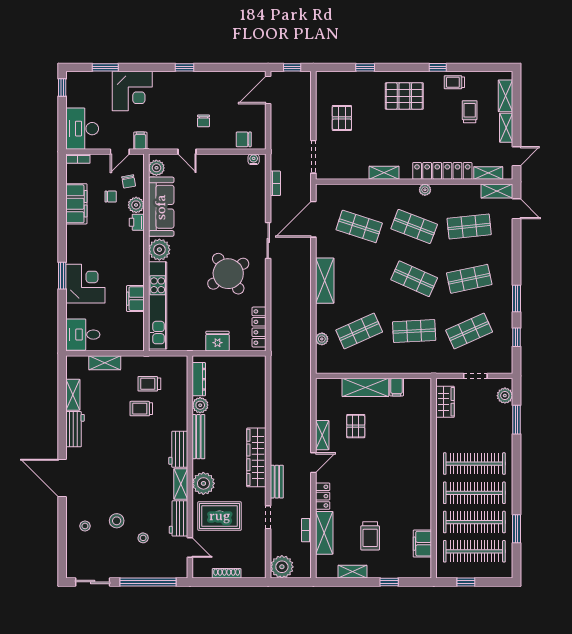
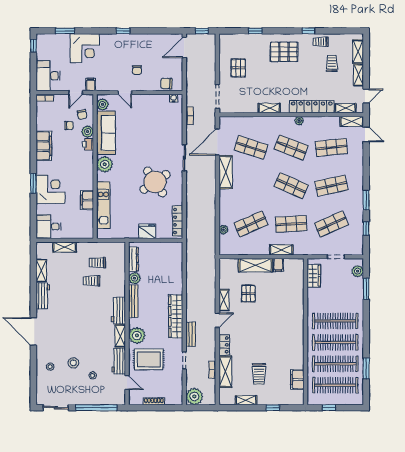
filing cabinet: (76, 204) -> (44, 146), moved
shelving: (325, 281) -> (226, 172), moved
kitchen unit: (158, 305) -> (103, 205), width x0.73
shelving: (401, 366) -> (281, 250), added

